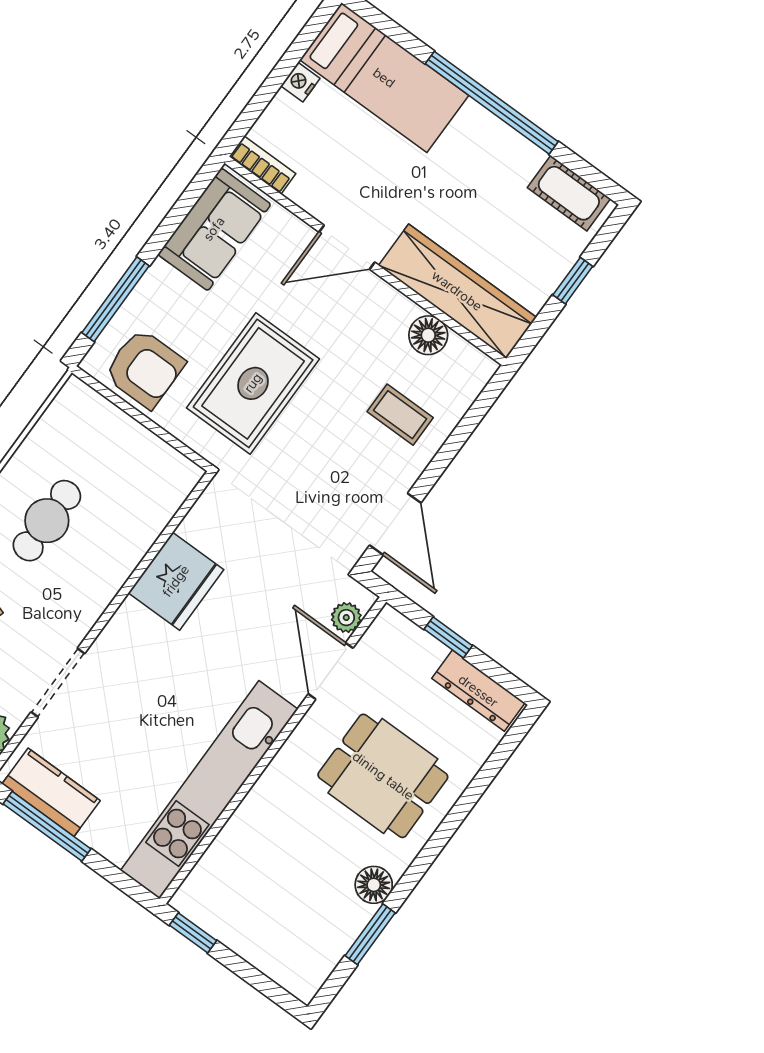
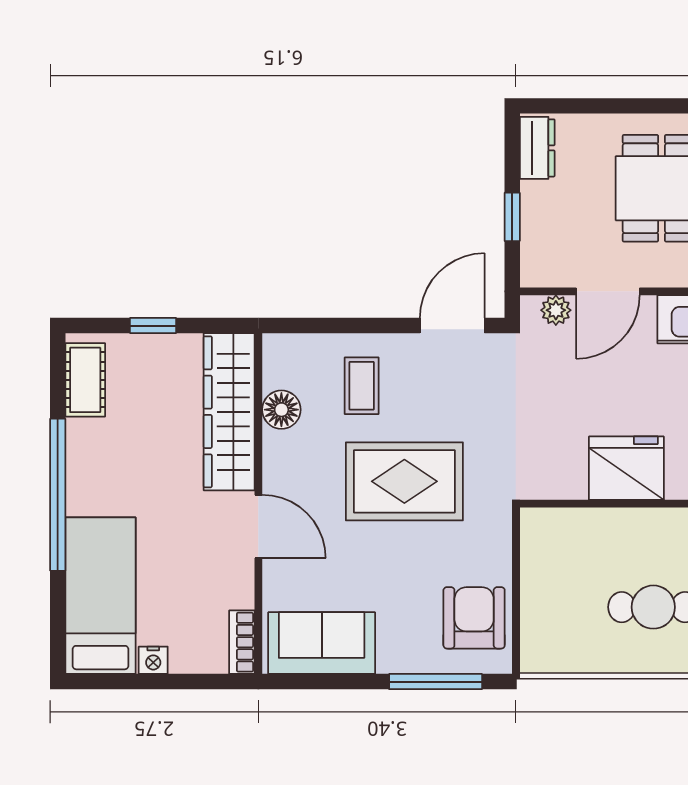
rug: (253, 383) -> (404, 481), moved
dresser: (478, 691) -> (537, 148), width x0.70

